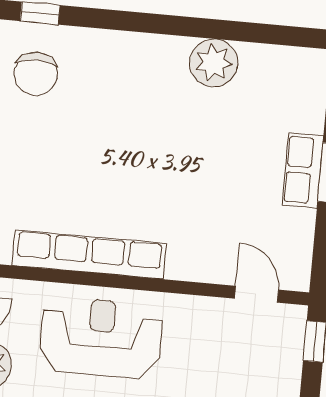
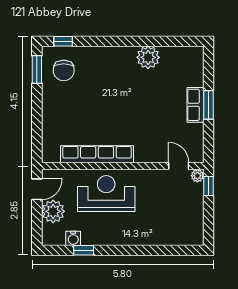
plant: (294, 318) -> (197, 176), added

